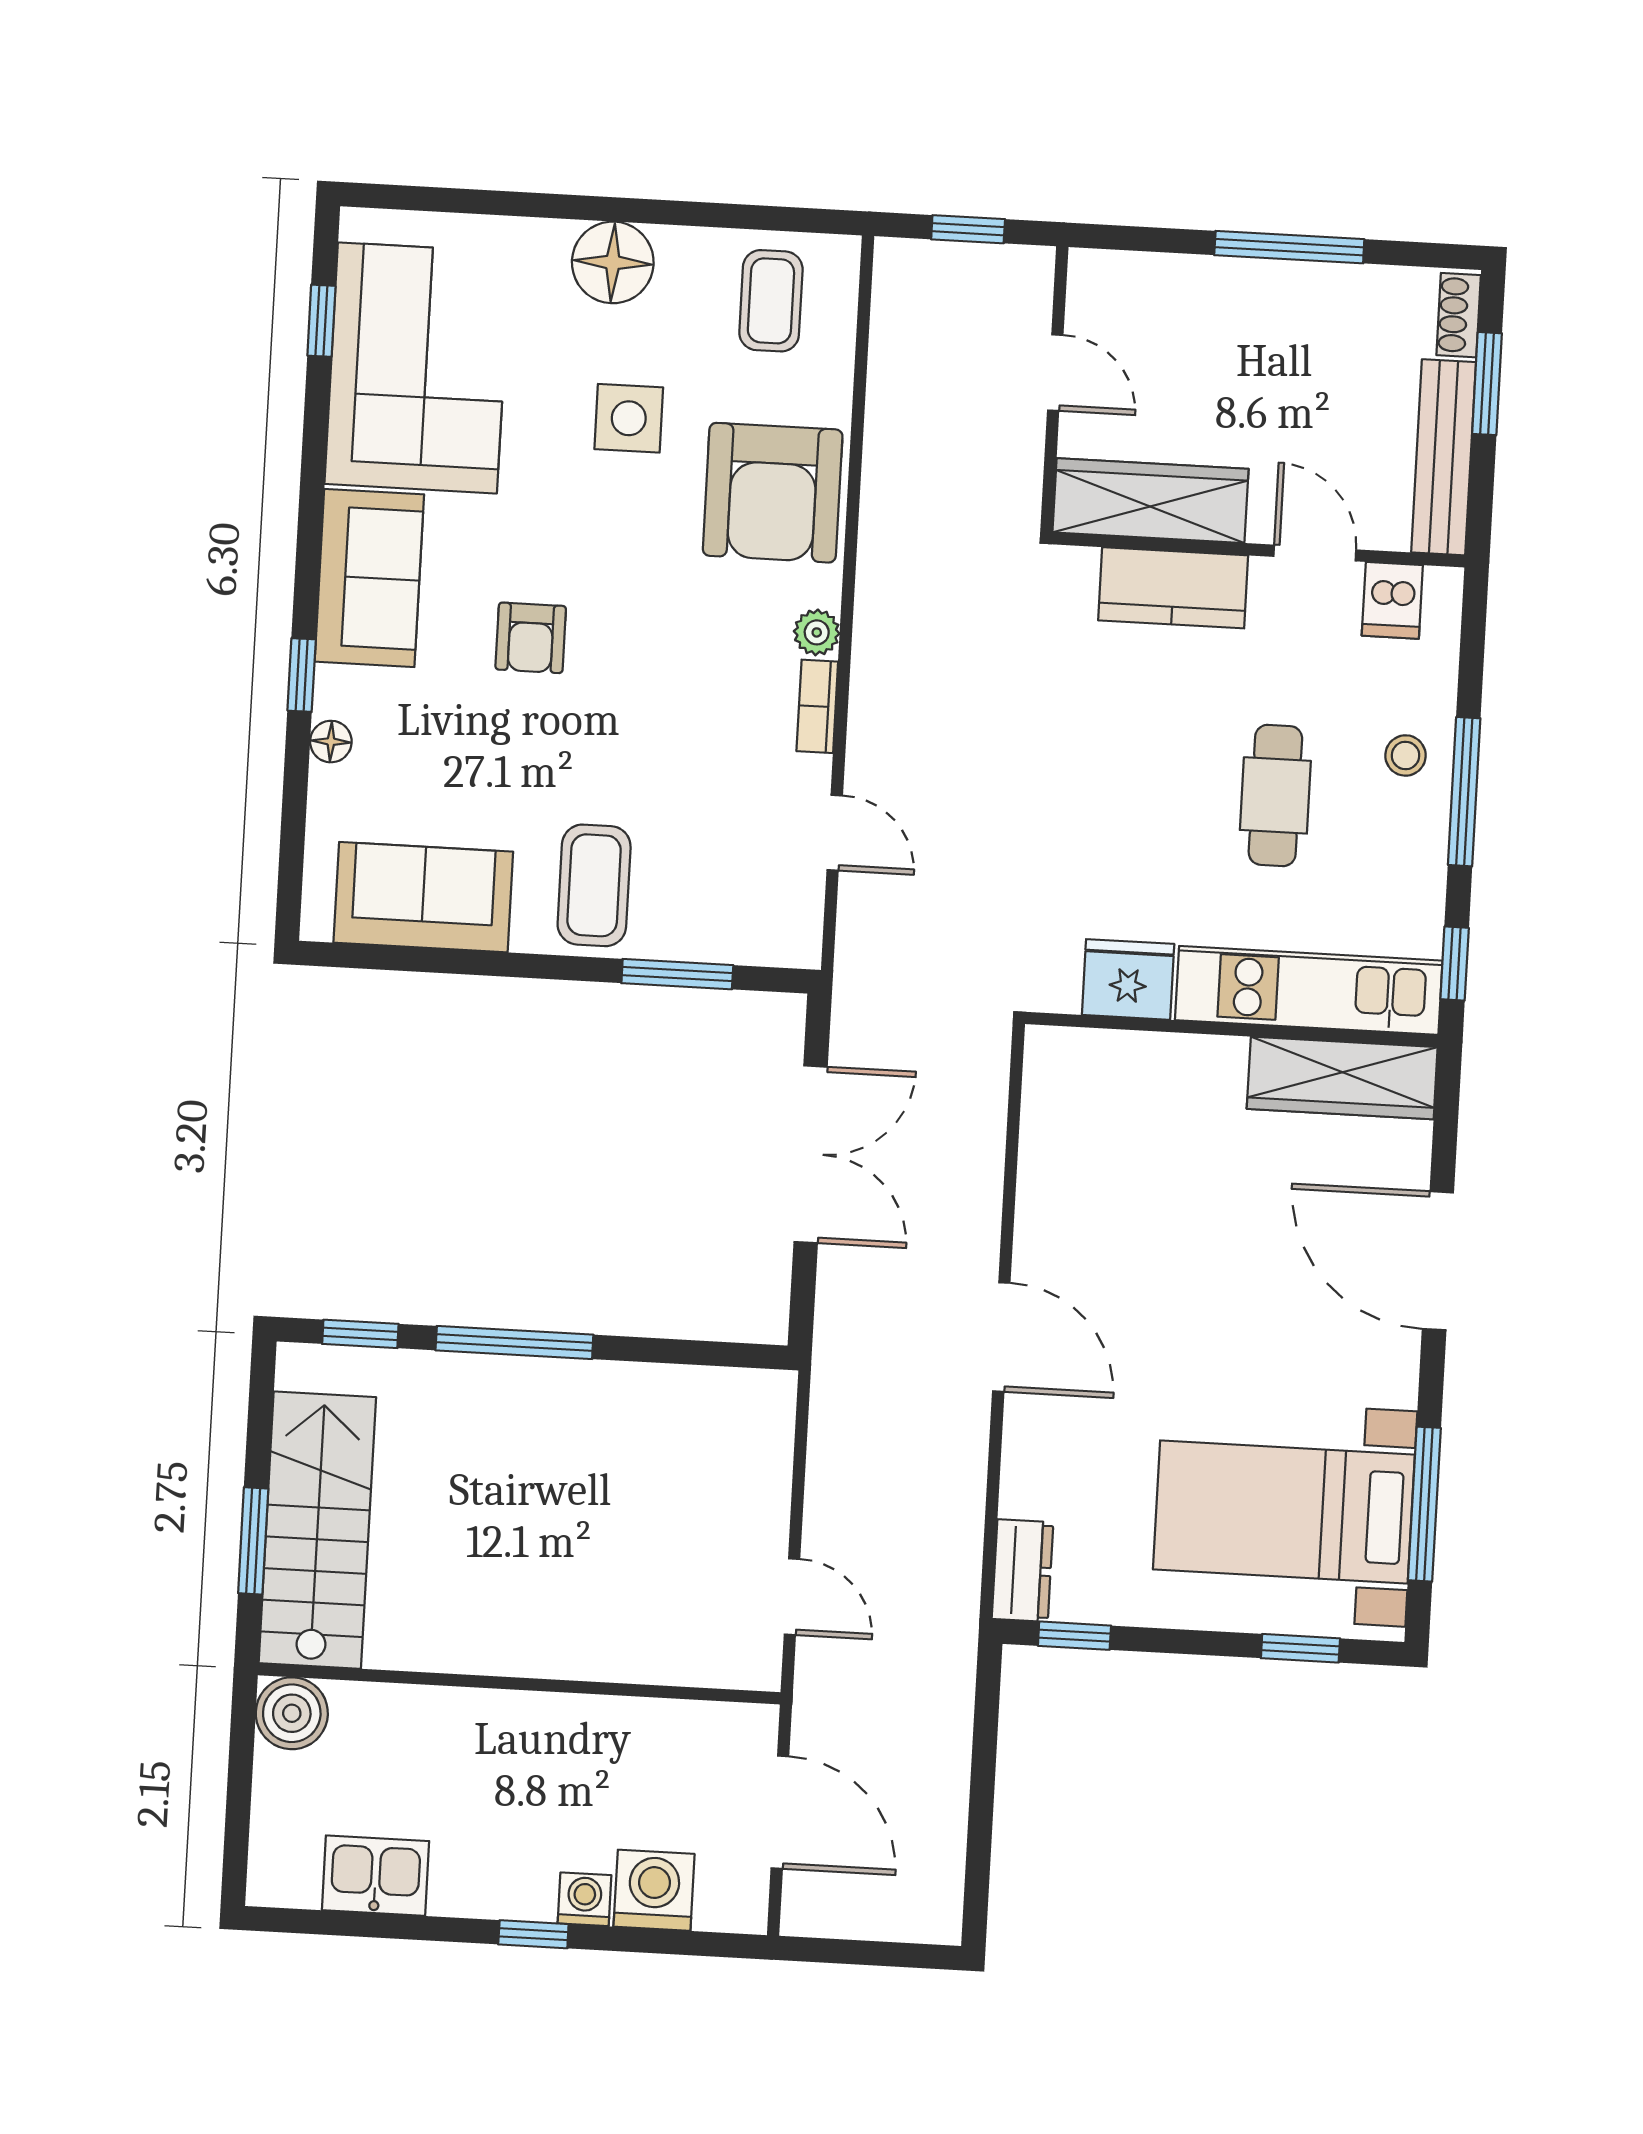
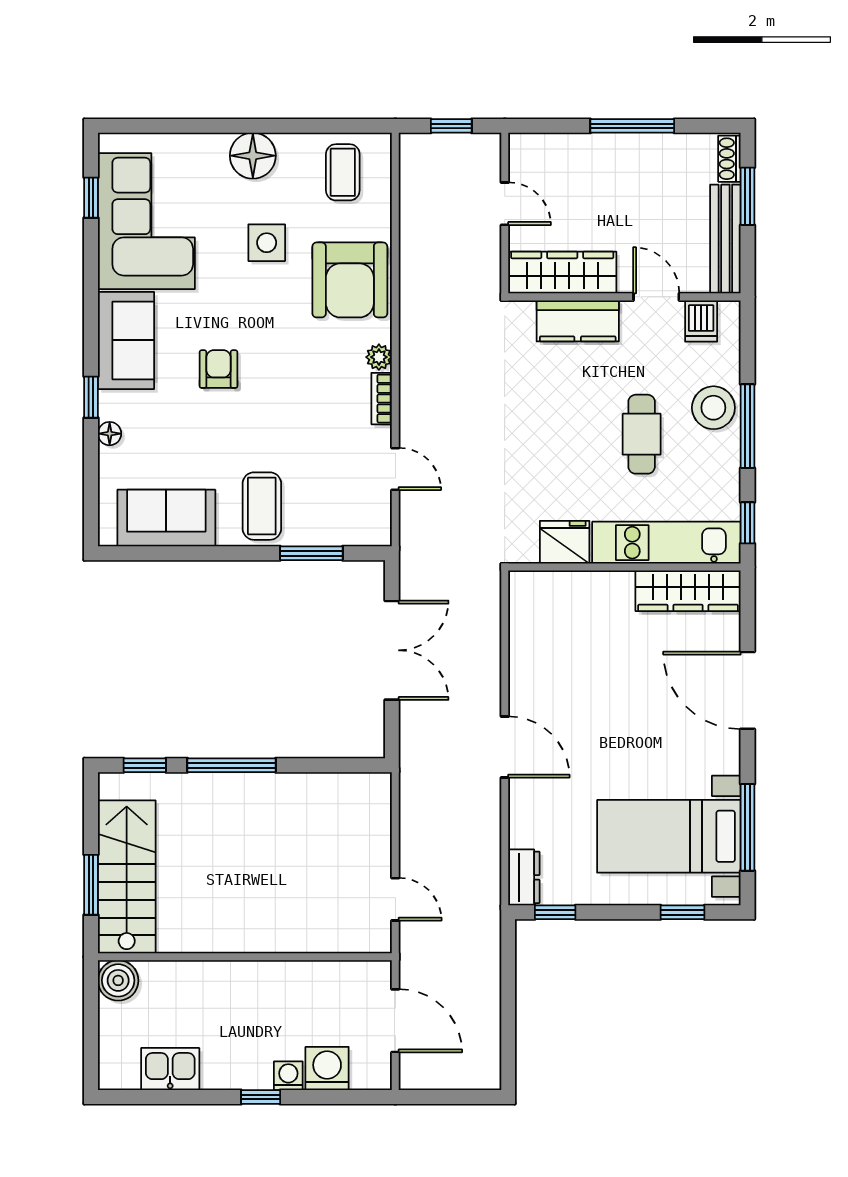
armchair: (531, 638) -> (219, 369), turned 180
stool: (1405, 755) -> (713, 408), width x1.89, depth x1.89

